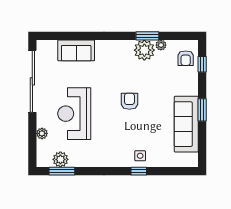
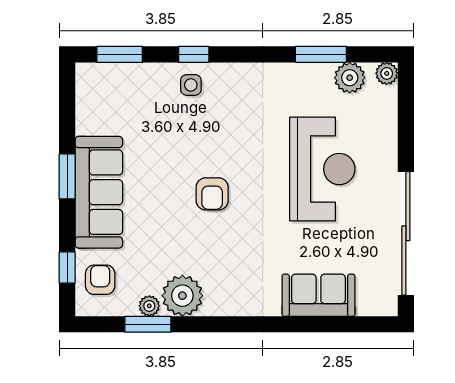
window: (147, 36) -> (148, 324), moved
sofa: (186, 124) -> (99, 192), moved
plant: (42, 133) -> (387, 73), moved
window: (62, 171) -> (321, 54), moved
window: (176, 171) -> (120, 54), added

